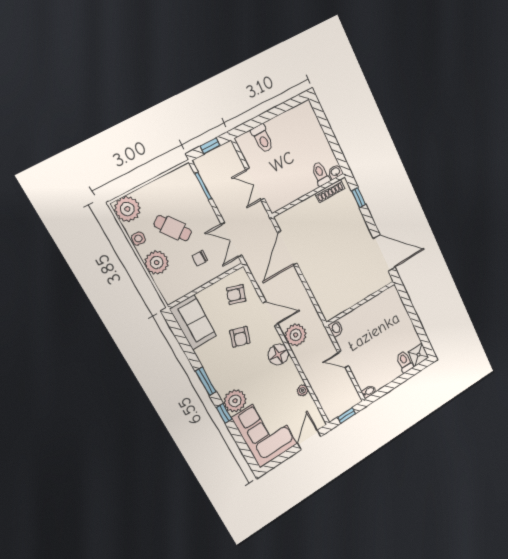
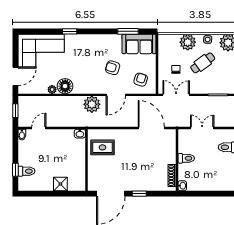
toilet: (320, 174) -> (186, 158), moved
window: (359, 198) -> (139, 194), moved
rug: (338, 293) -> (102, 147), added
floor lamp: (278, 354) -> (65, 86), moved
shower: (419, 355) -> (60, 184), moved
door: (343, 359) -> (39, 128), moved
window: (409, 374) -> (15, 170), added
window: (206, 381) -> (128, 31), moved
plant: (235, 401) -> (73, 43), removed
door: (309, 440) -> (15, 76), hinge flipped

